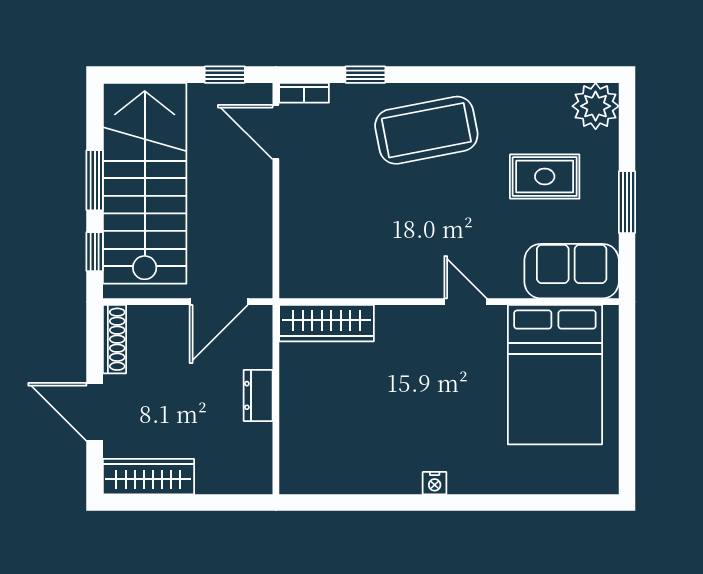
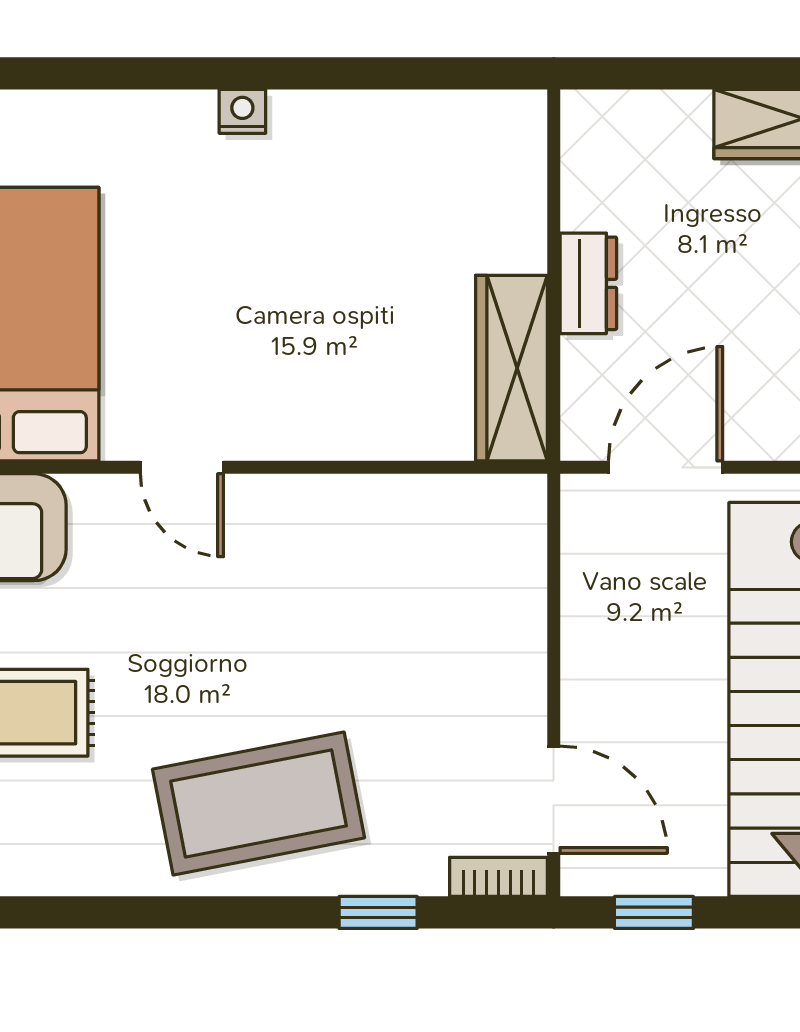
wardrobe: (326, 323) -> (511, 368), moved, turned -90

